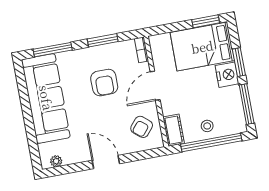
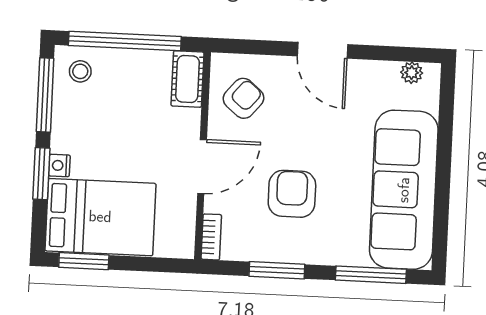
nightstand: (227, 75) -> (59, 165), width x0.53, depth x0.56
stool: (207, 126) -> (80, 71), moved

